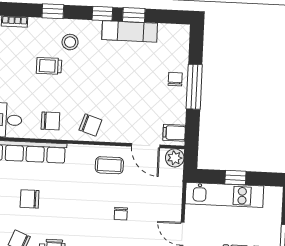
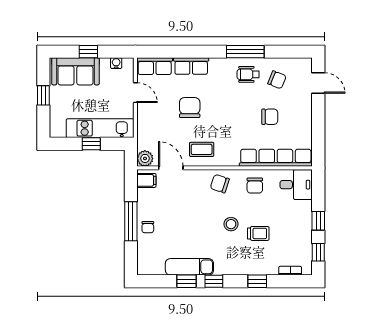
stool: (70, 42) -> (231, 224), moved
chair: (50, 121) -> (255, 186), turned -90
chair: (121, 214) -> (190, 108), width x1.87, depth x1.87

